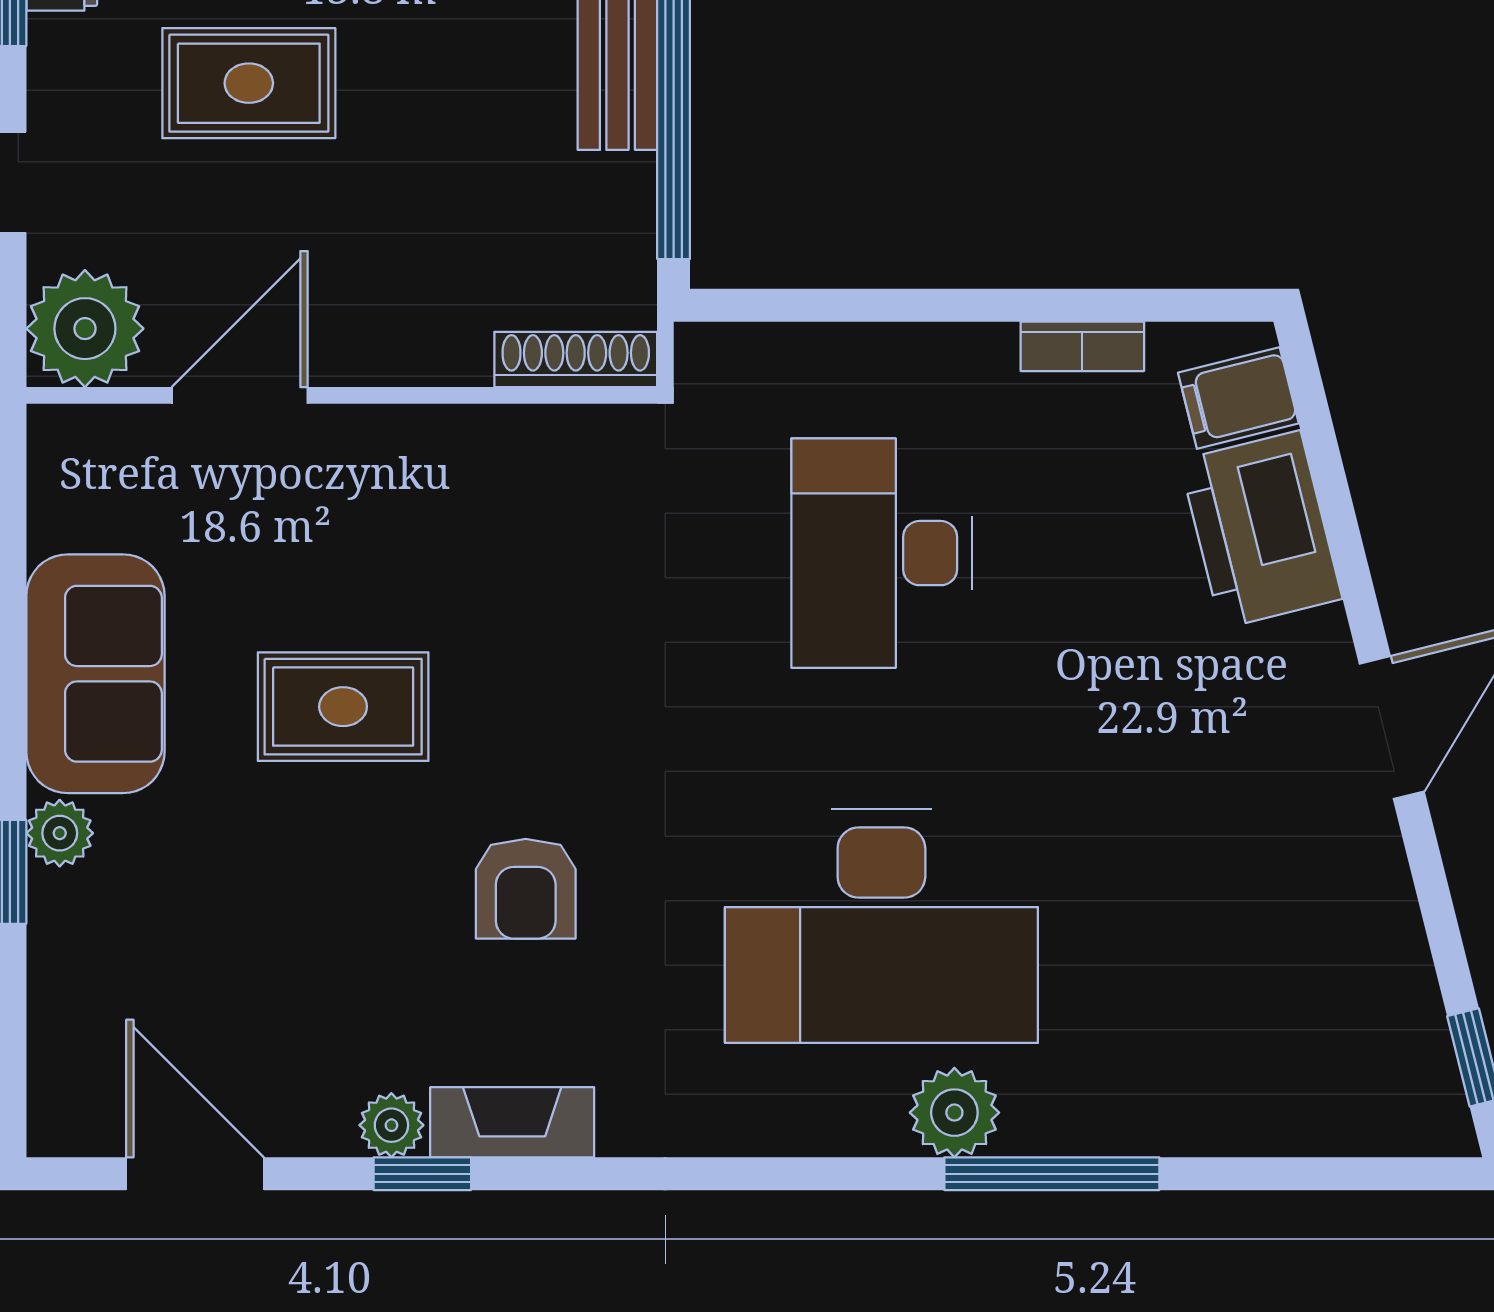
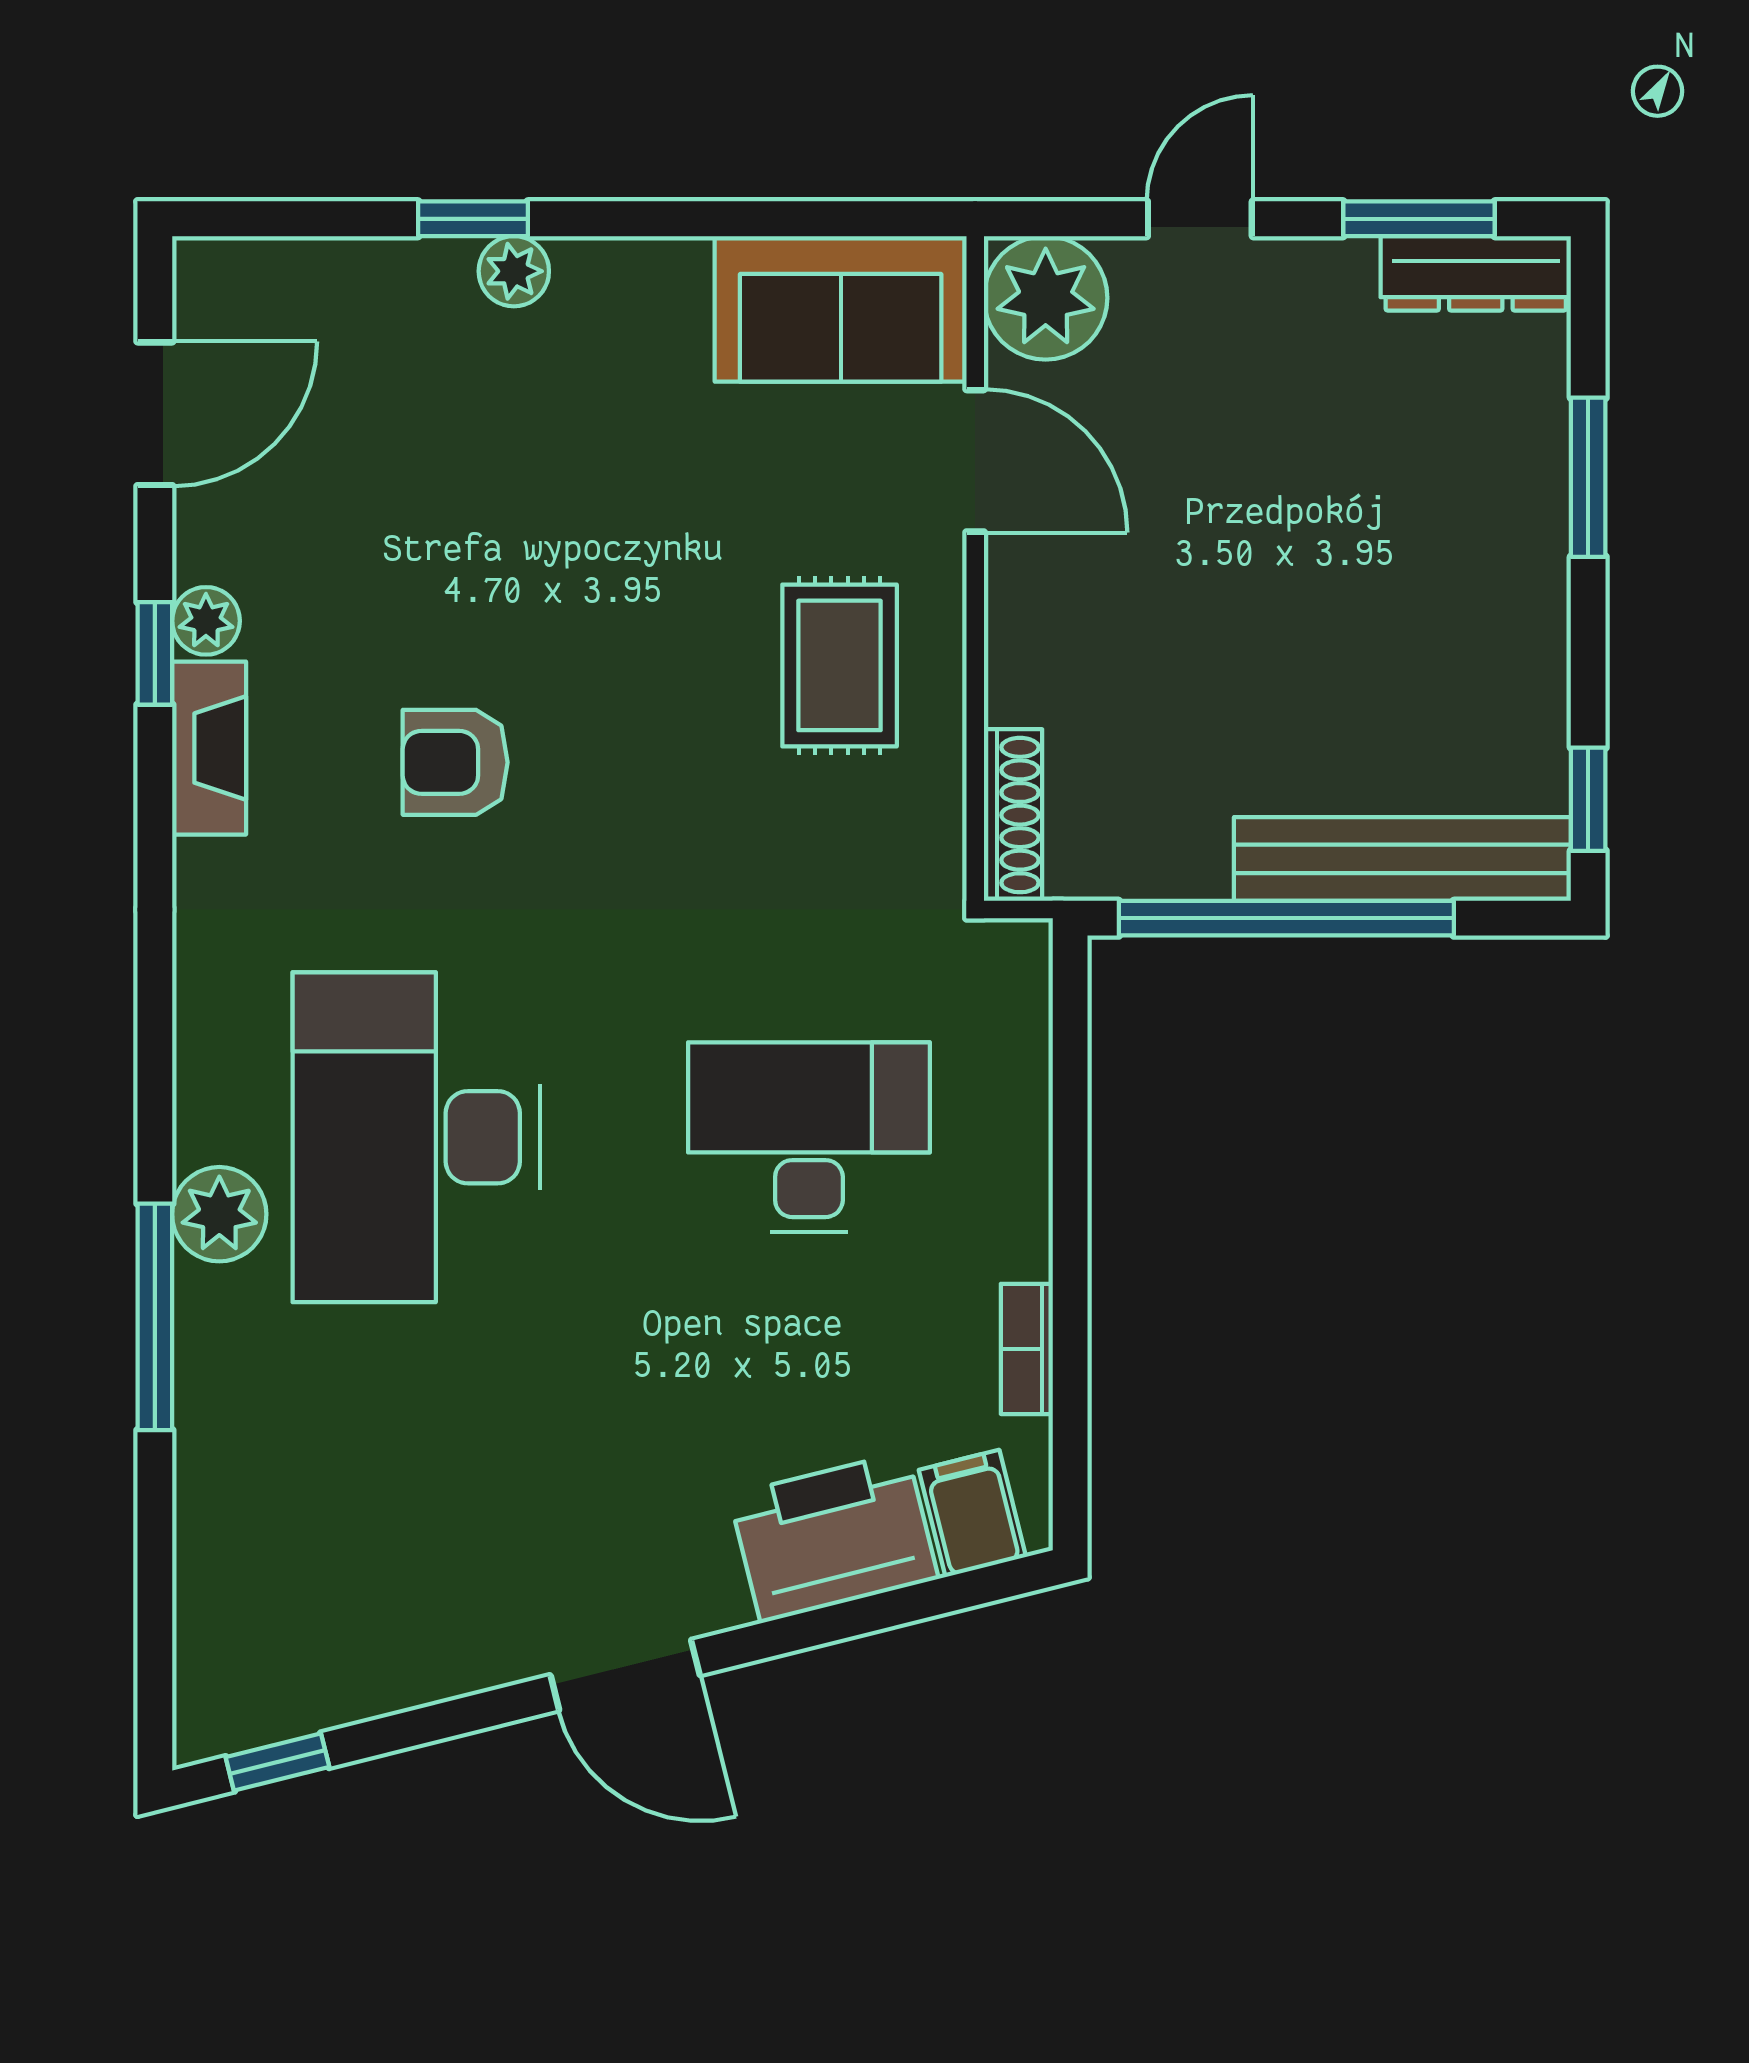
rug: (249, 83) -> (1304, 470), removed
sofa: (95, 674) -> (841, 309), moved
rug: (343, 707) -> (840, 665), moved

